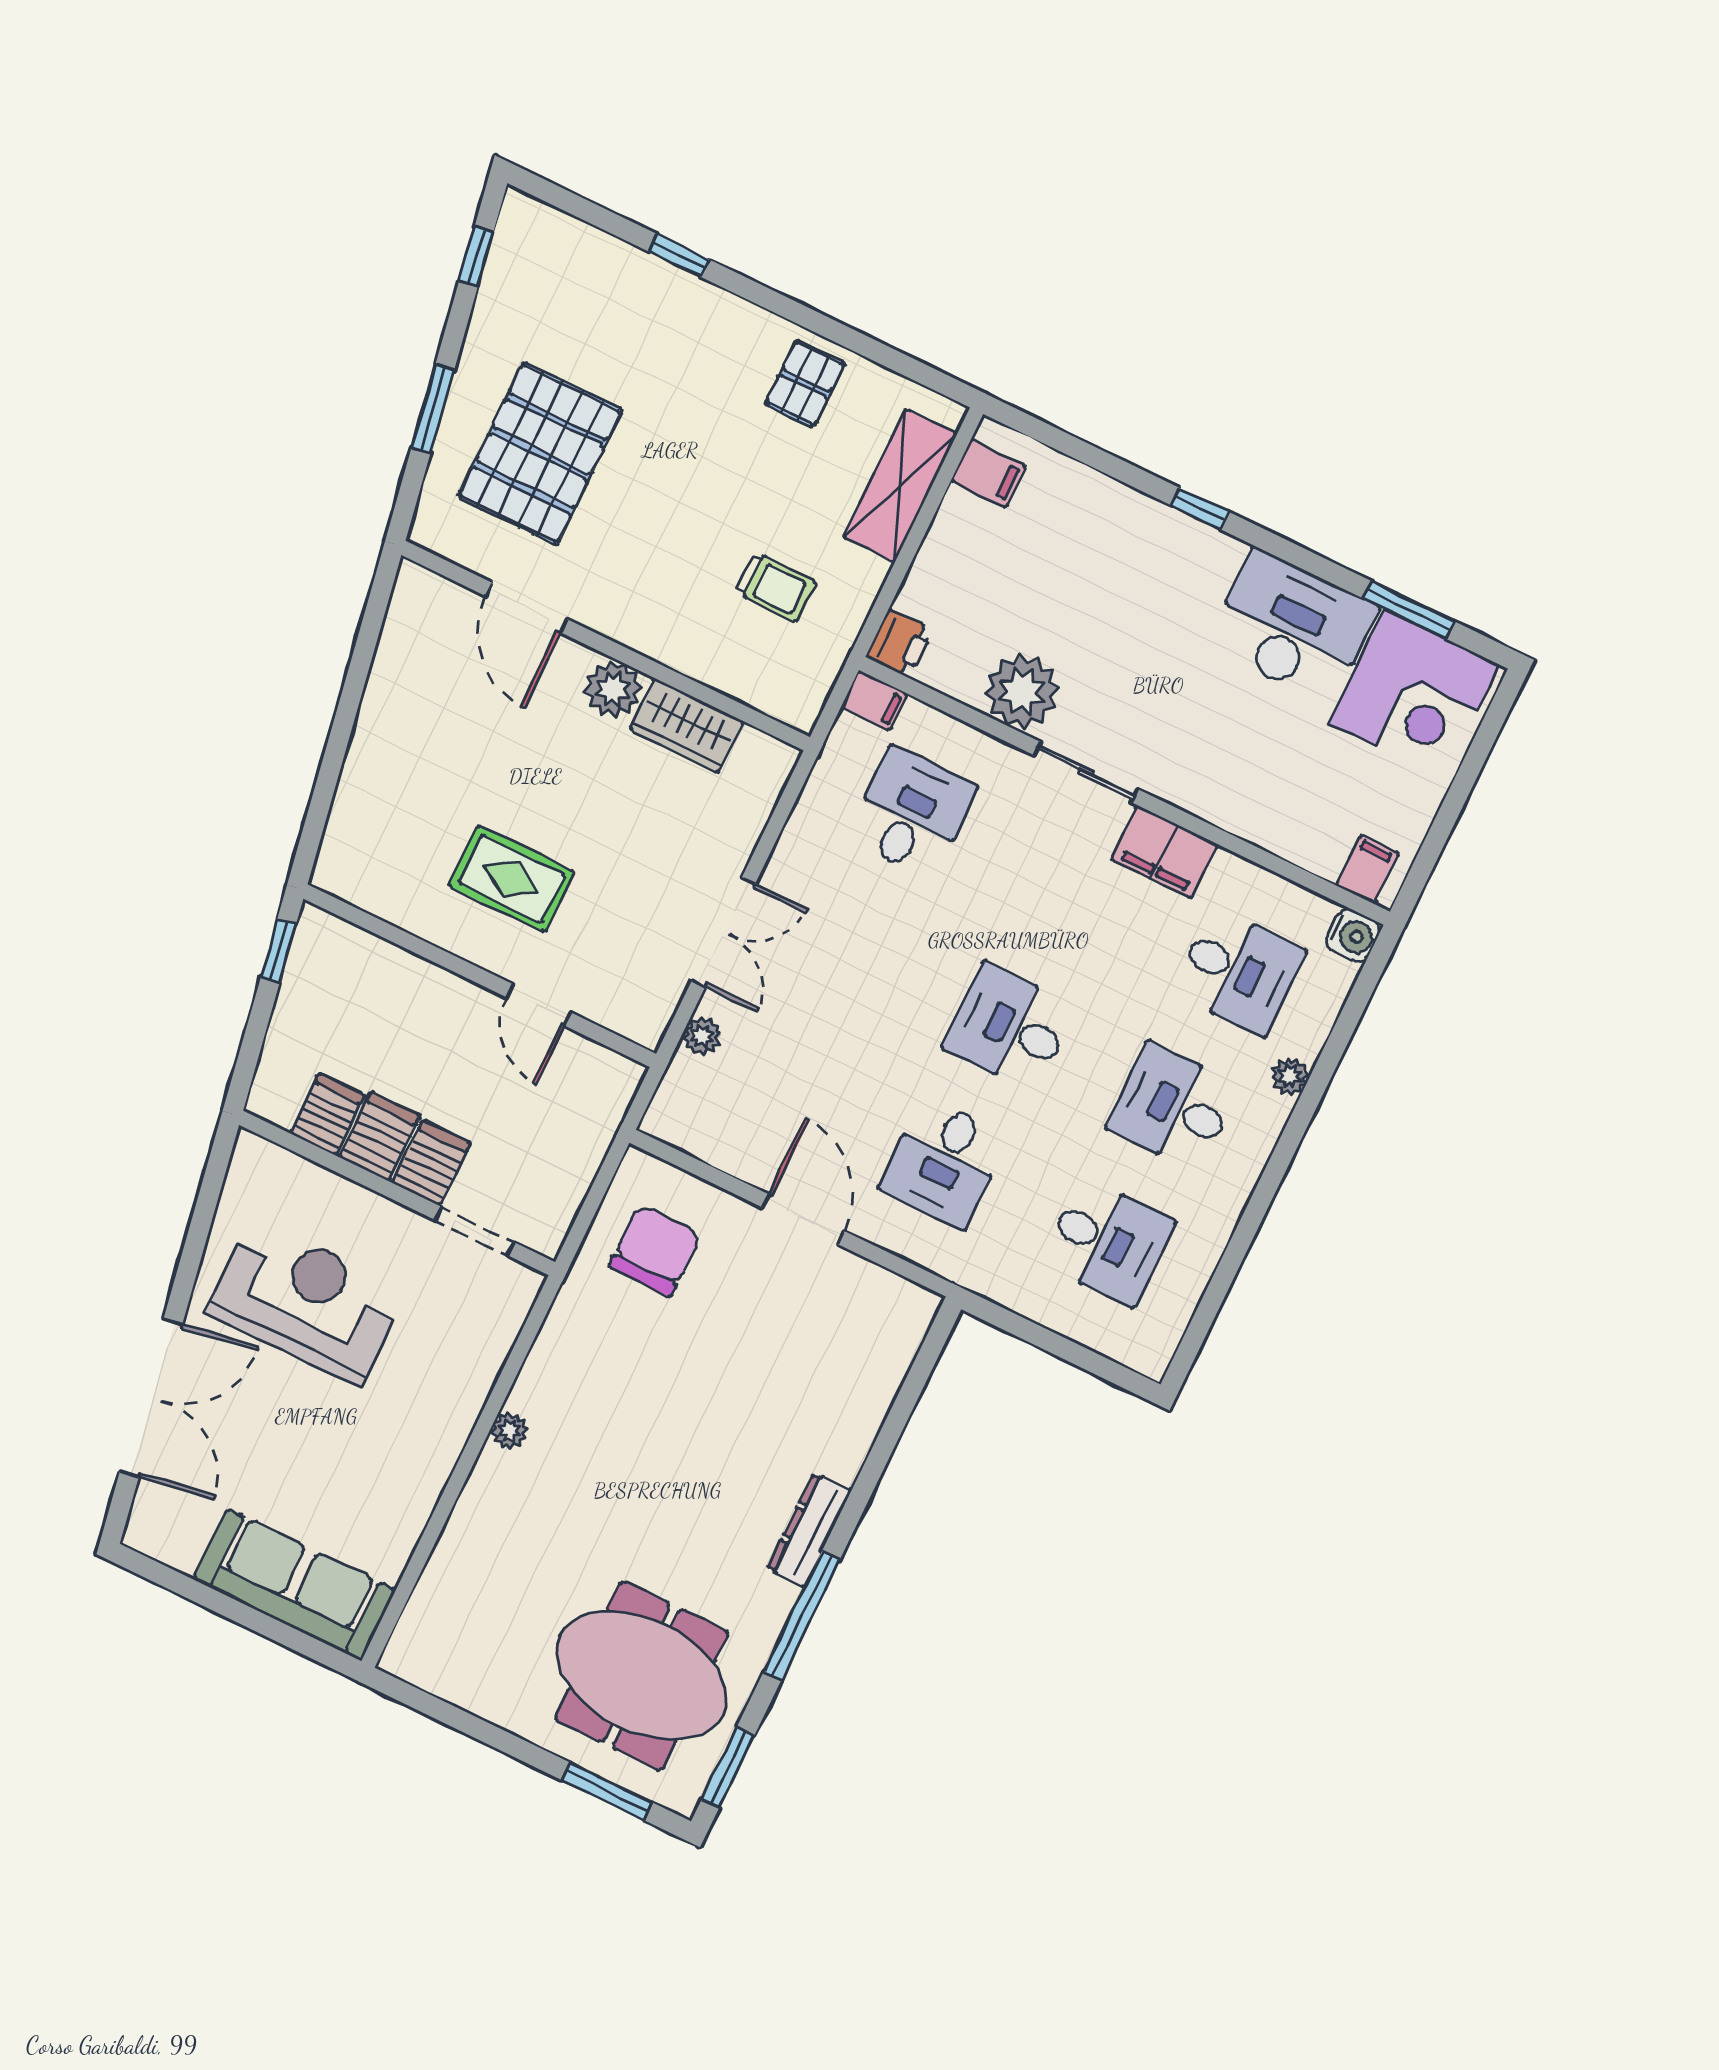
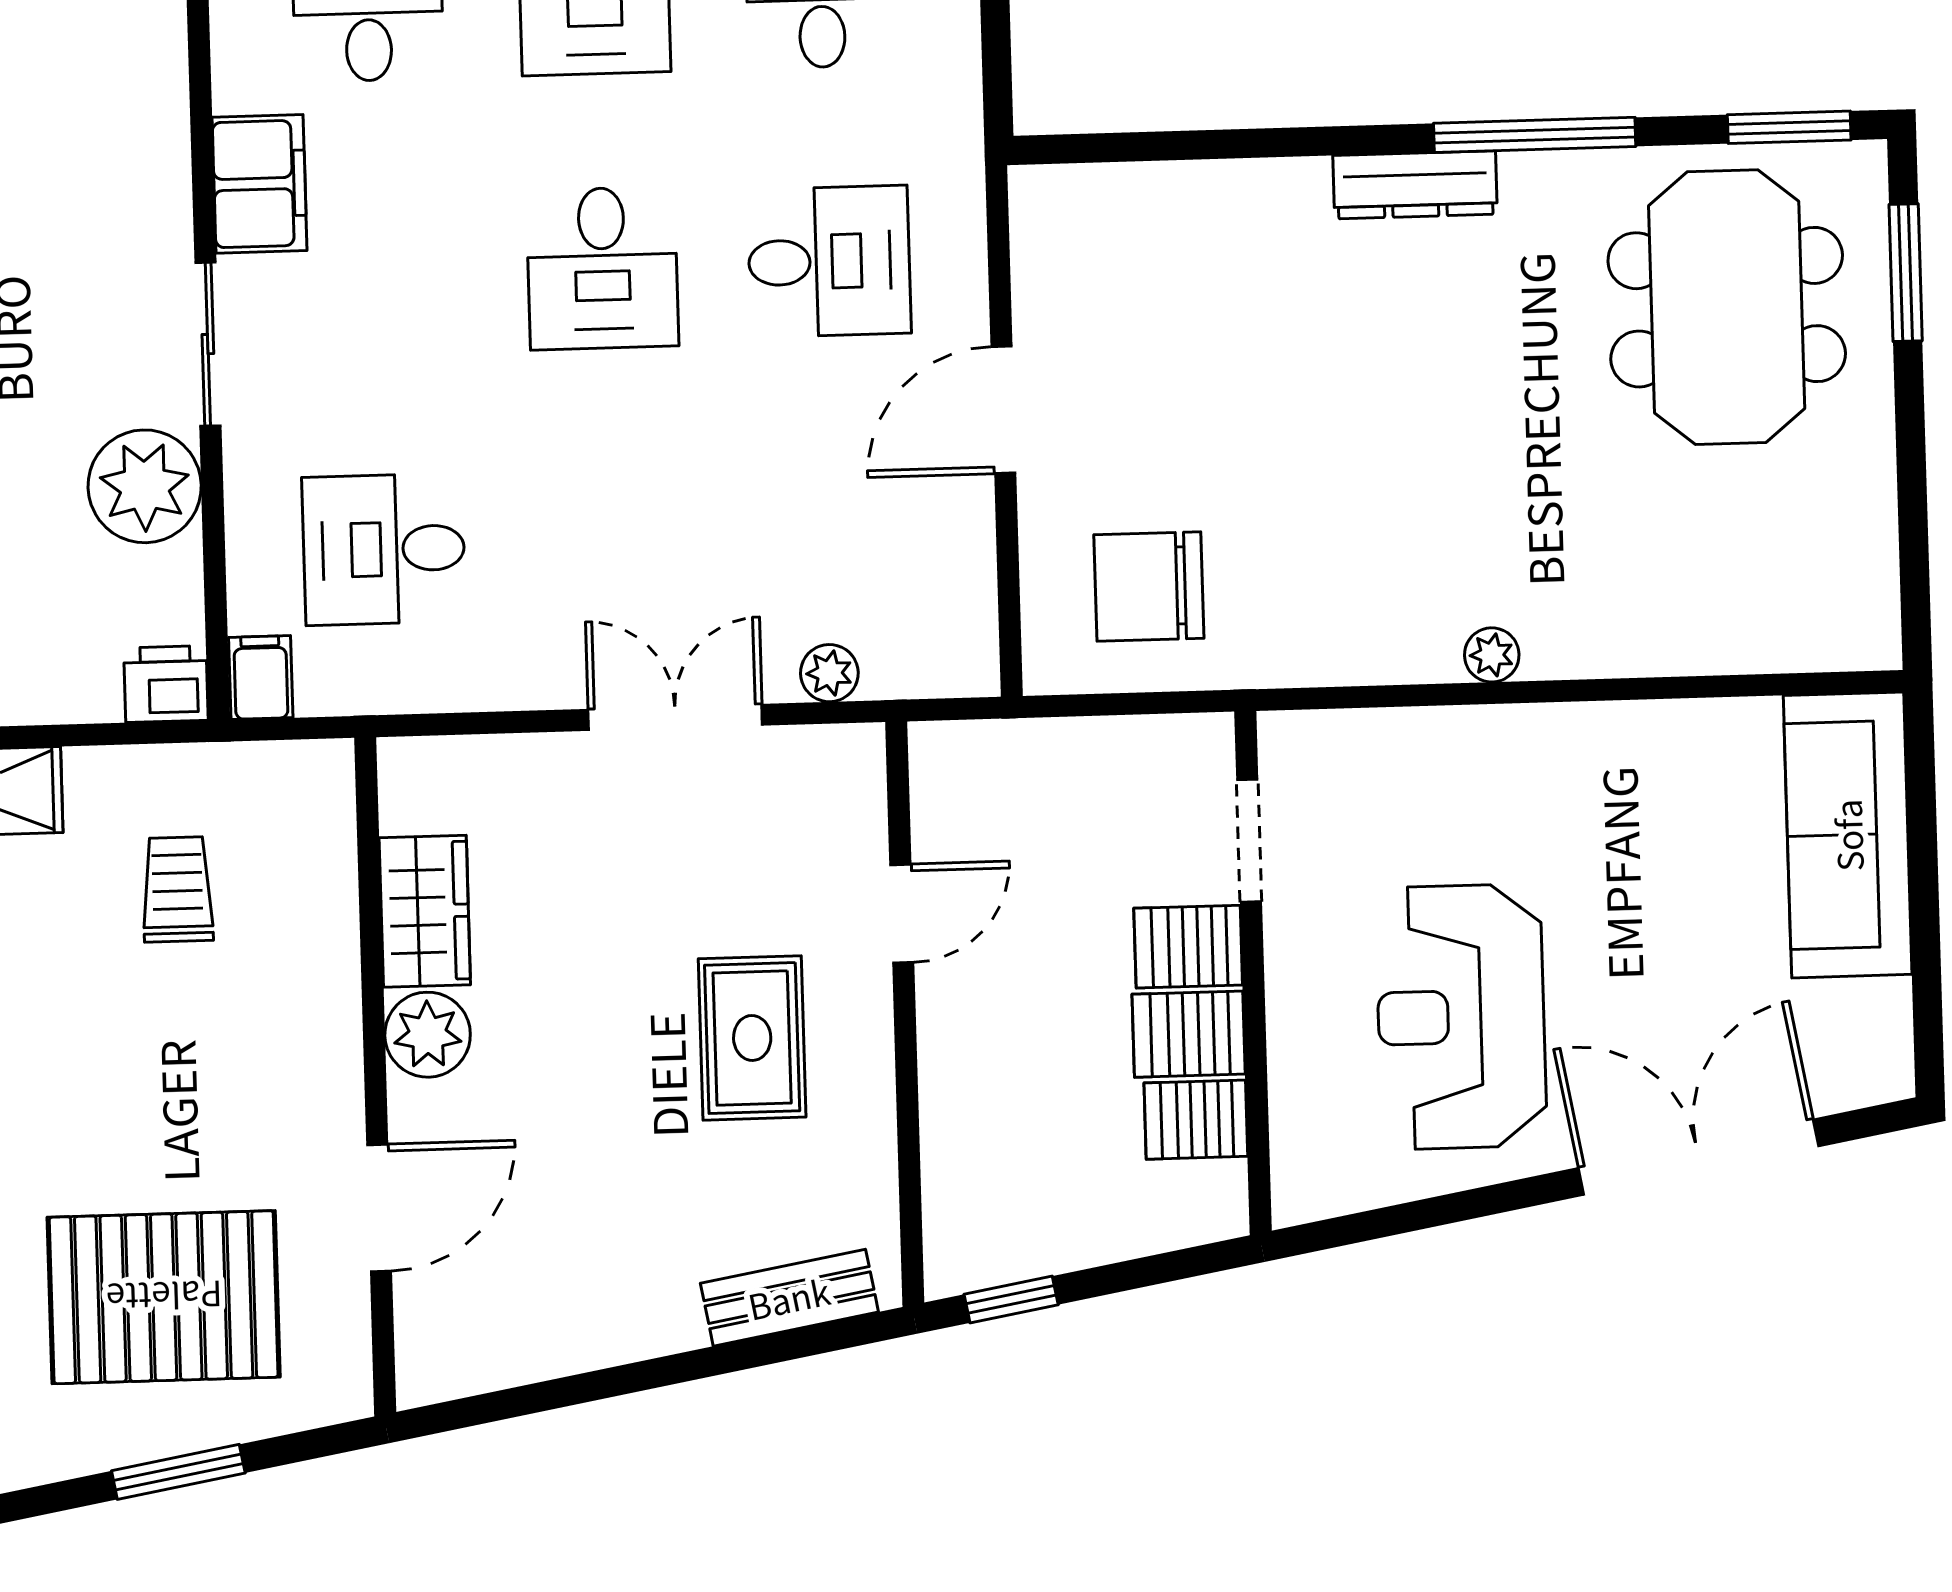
bench: (348, 821) -> (789, 1298), added

